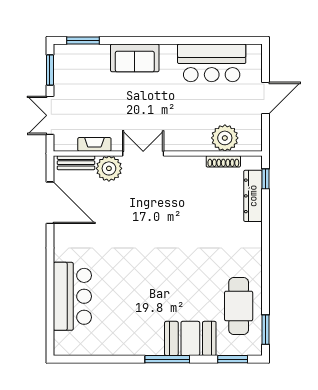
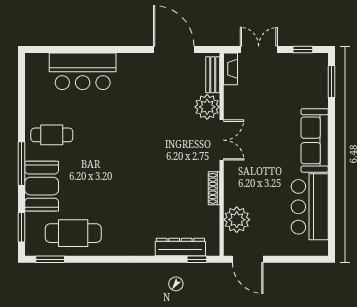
sofa: (135, 58) -> (315, 140), width x1.36
window: (50, 70) -> (303, 49), width x0.67
door: (266, 98) -> (248, 259), moved
fireplace: (94, 144) -> (231, 69), moved
shoe rack: (223, 161) -> (214, 188), moved
door: (50, 203) -> (174, 49), swing flipped
cafe table: (138, 328) -> (52, 135), added

